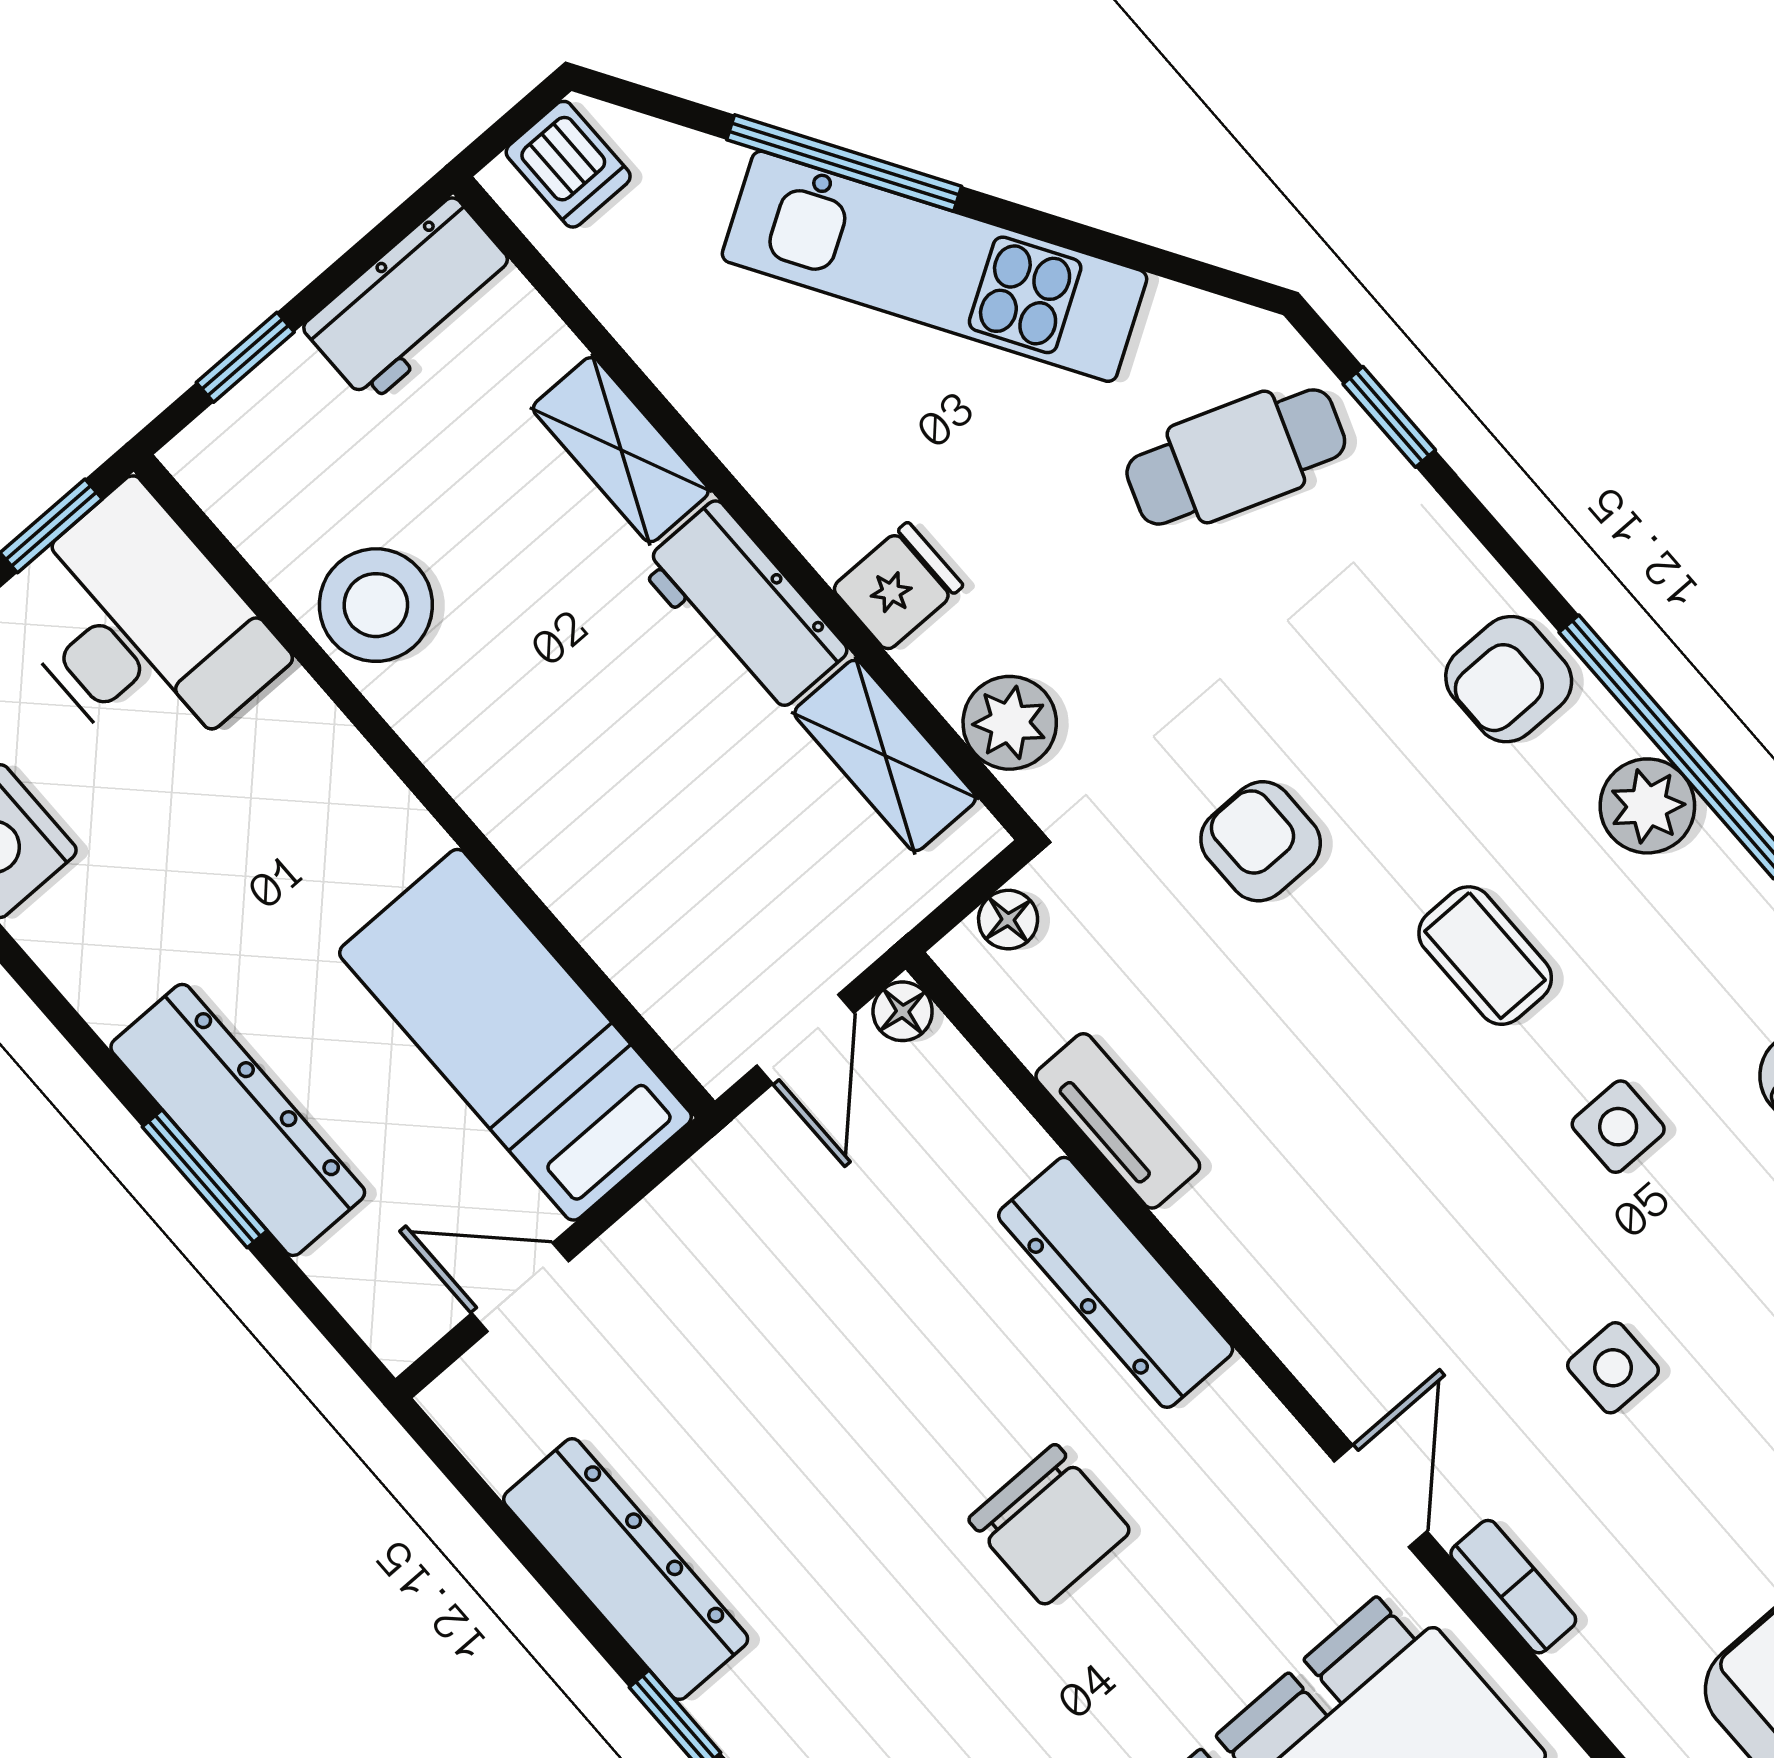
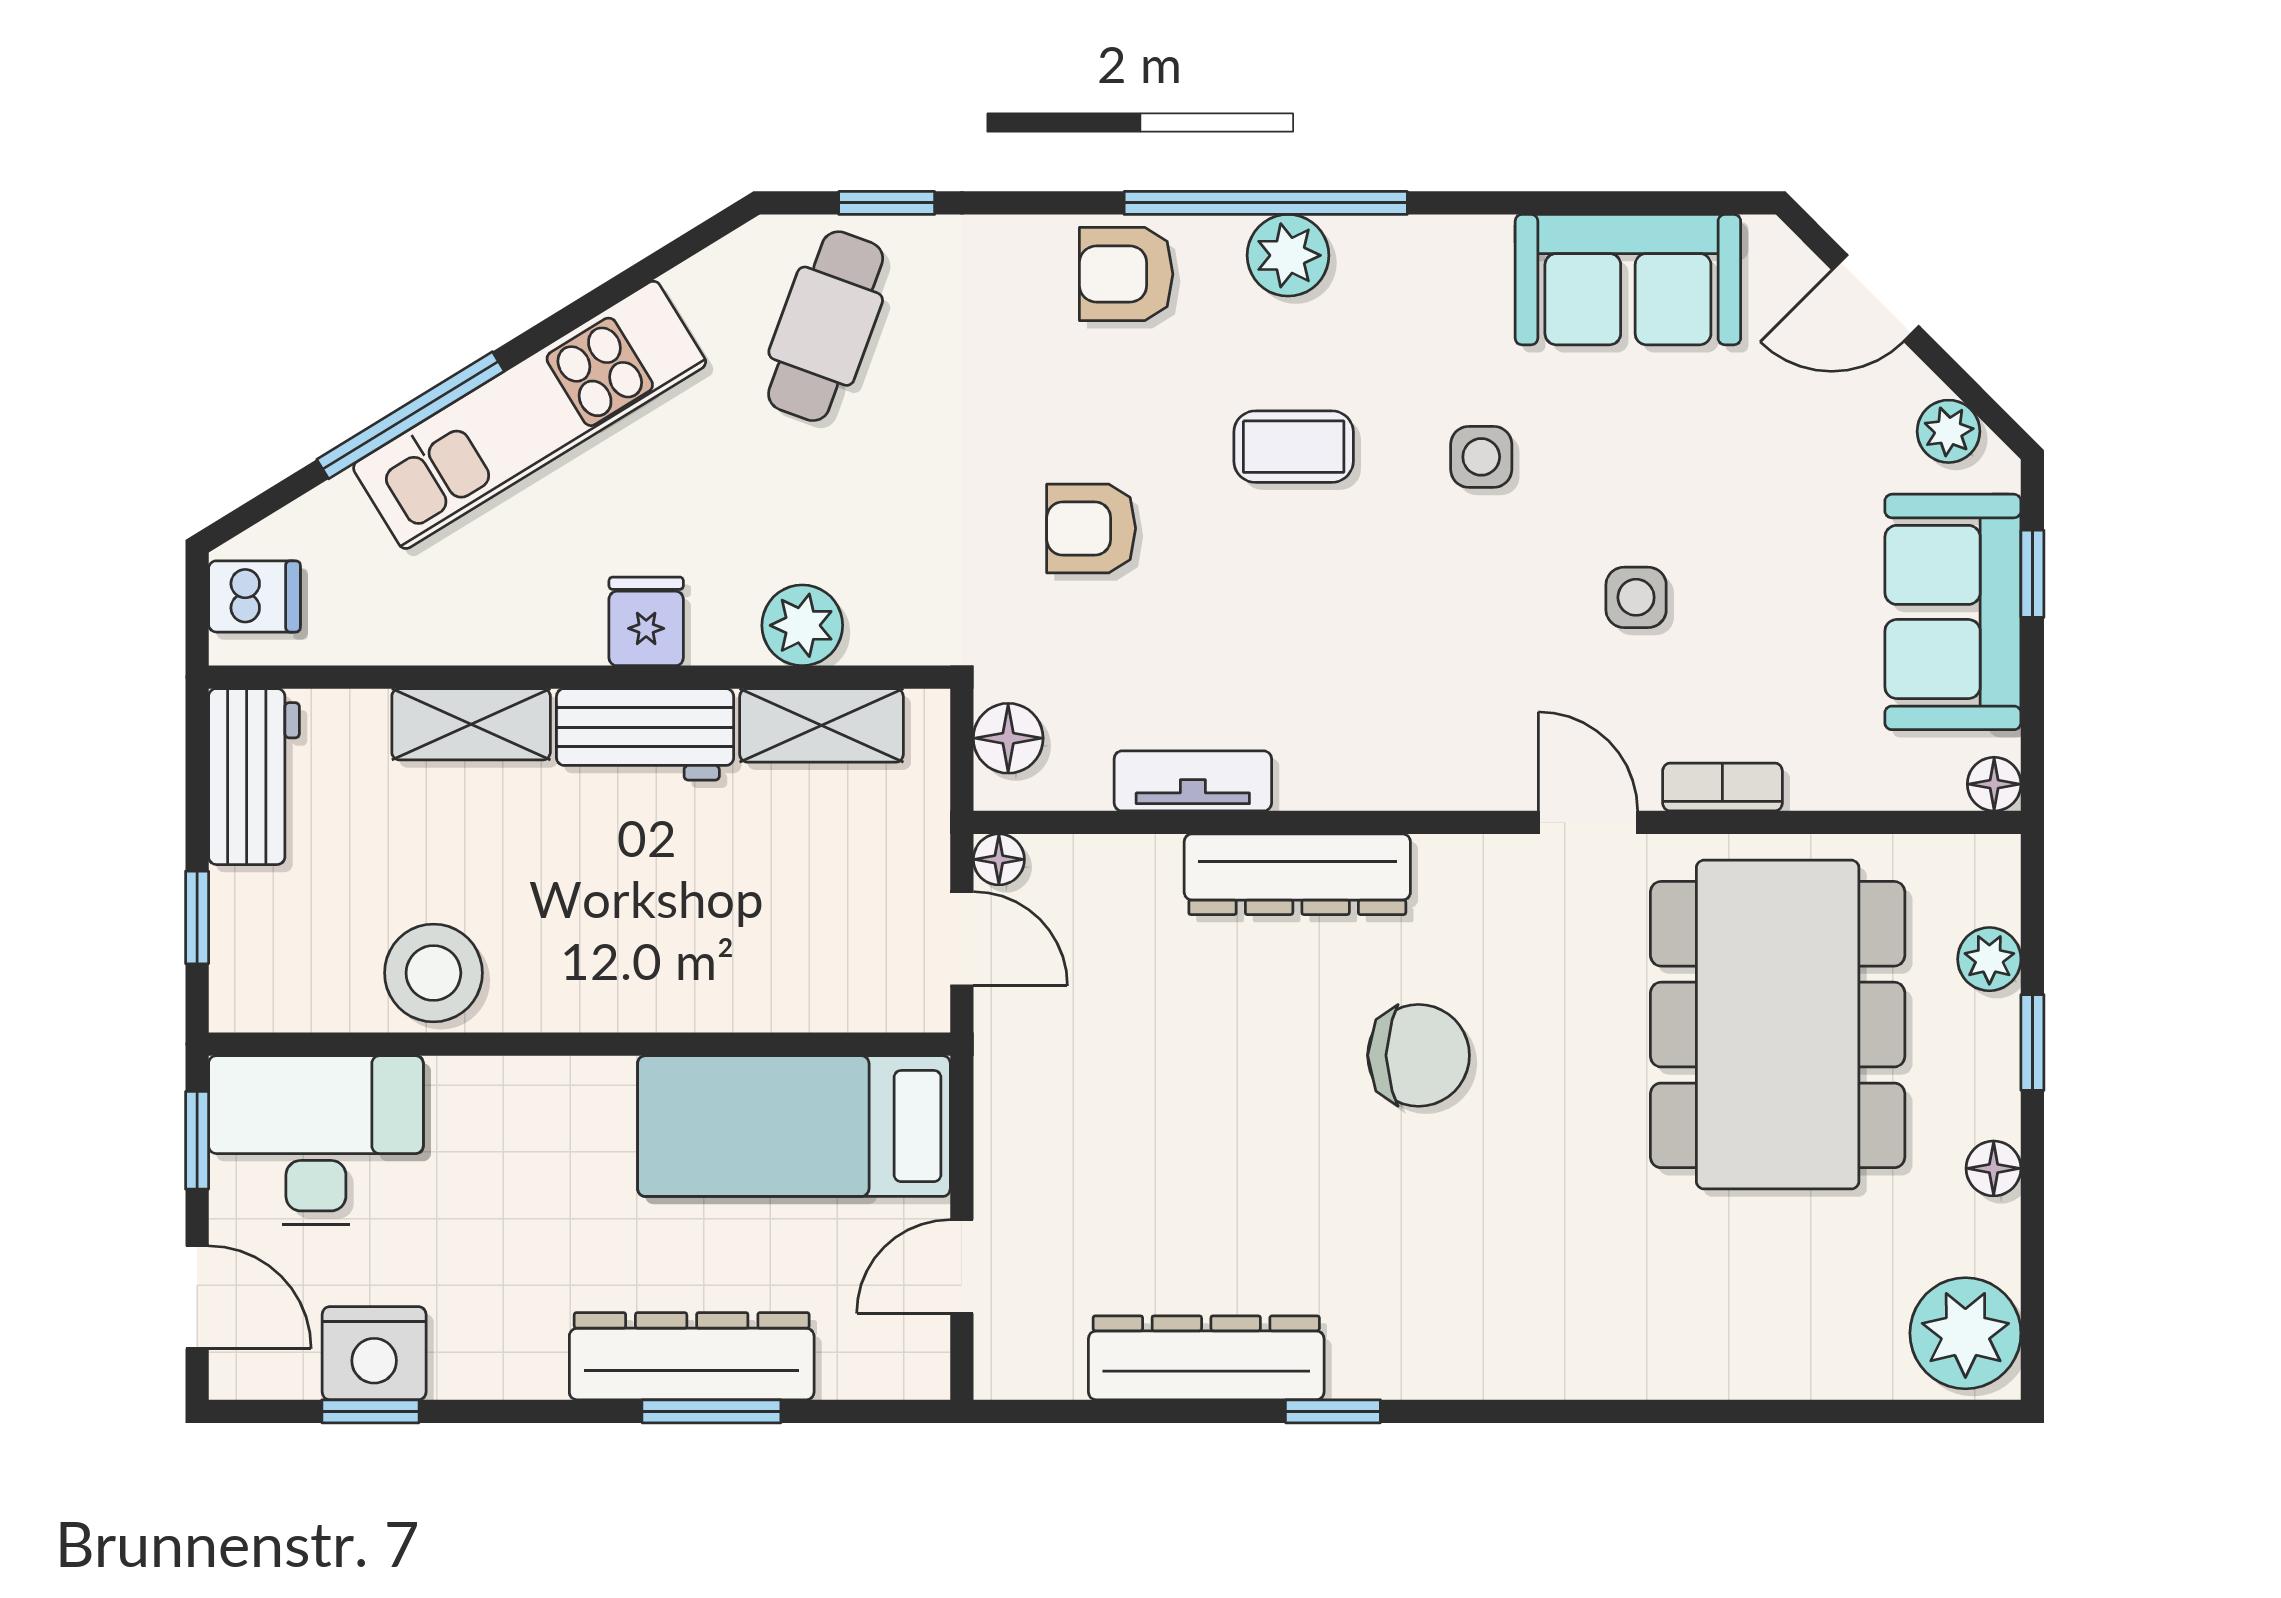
fridge: (897, 587) -> (646, 621), moved
armchair: (1509, 679) -> (1126, 274), turned 90
plant: (1010, 723) -> (802, 625), moved
floor lamp: (1008, 920) -> (1008, 738), width x1.37, depth x1.37

